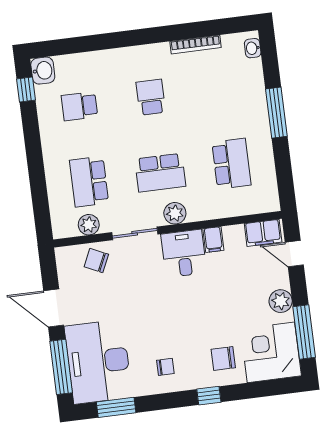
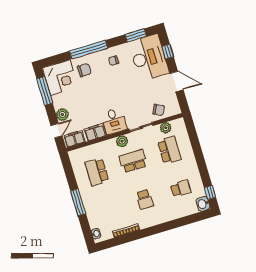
filing cabinet: (213, 240) -> (95, 132), width x2.00
door: (294, 254) -> (57, 131), hinge flipped
plant: (281, 301) -> (62, 115), moved
window: (61, 367) -> (168, 52), width x0.46
window: (209, 396) -> (89, 50), width x3.17

